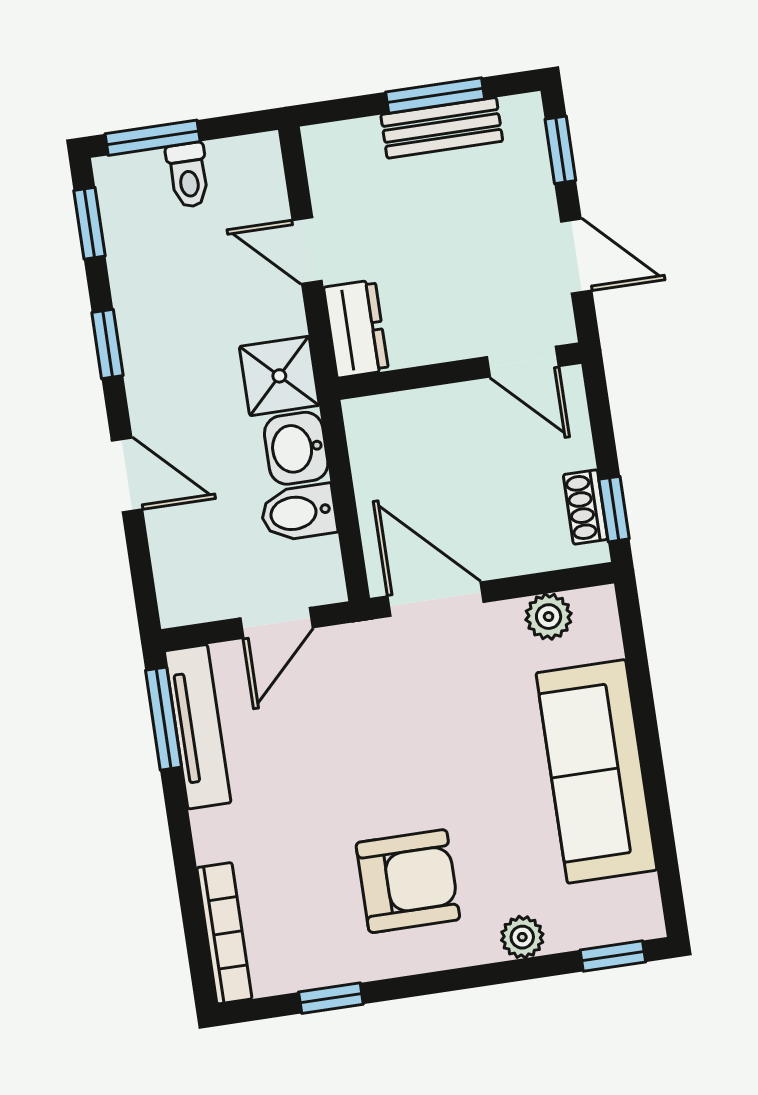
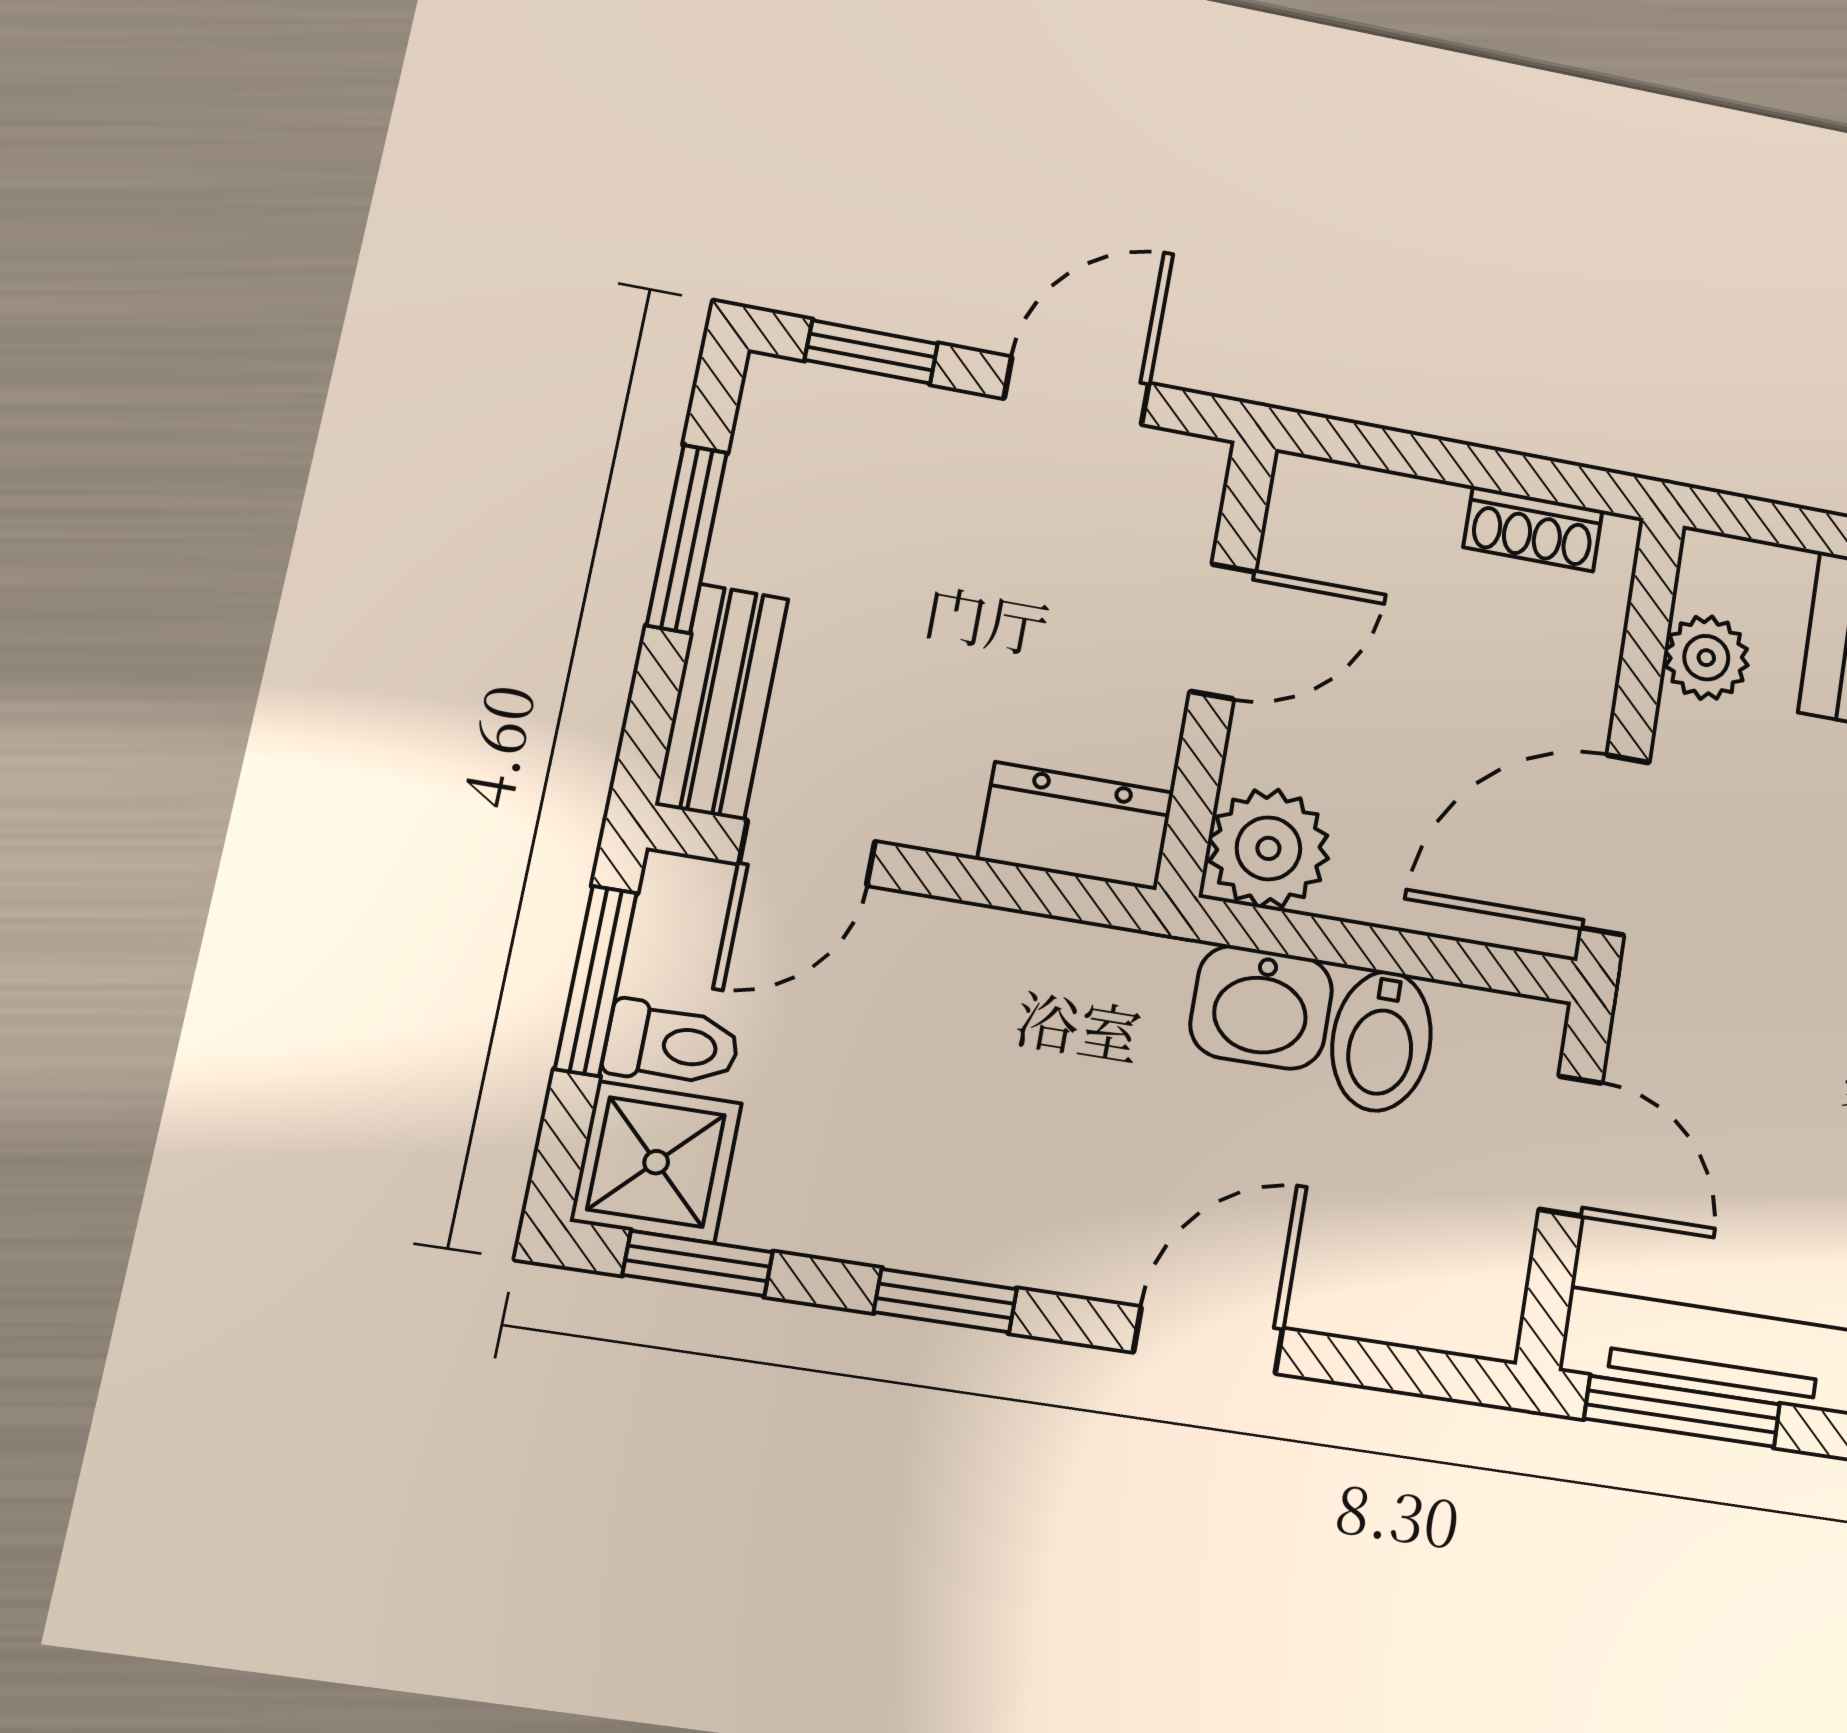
bench: (442, 128) -> (722, 702), moved
window: (153, 138) -> (596, 981), moved
door: (307, 251) -> (807, 853), moved
door: (523, 362) -> (1223, 631), moved
shower: (279, 376) -> (656, 1162), moved
plant: (376, 426) -> (1268, 848), added
window: (614, 509) -> (1552, 481), removed

